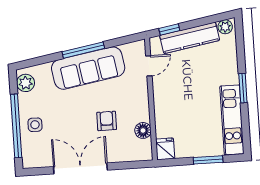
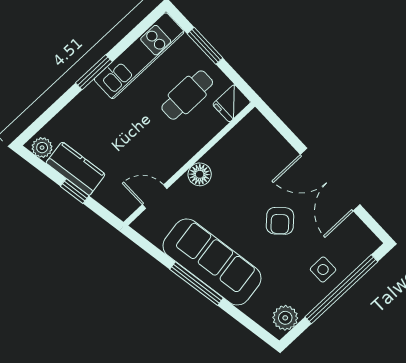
window: (169, 29) -> (75, 191), moved
kitchen counter: (190, 38) -> (76, 169), width x0.67
armchair: (107, 121) -> (280, 221), moved, turned -45
cafe table: (189, 128) -> (187, 95), added
floor lamp: (143, 130) -> (200, 174), moved

